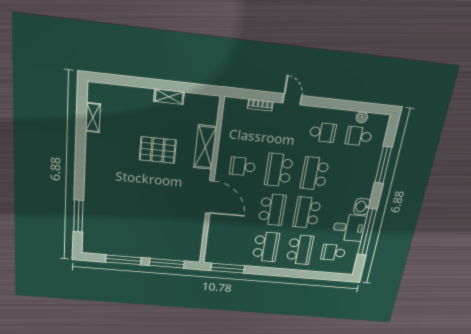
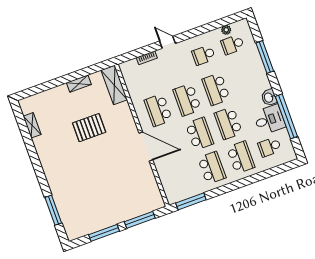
school desk: (323, 132) -> (204, 55), turned 180
shelving: (205, 147) -> (114, 85), moved
school desk: (243, 167) -> (158, 110), width x1.85

